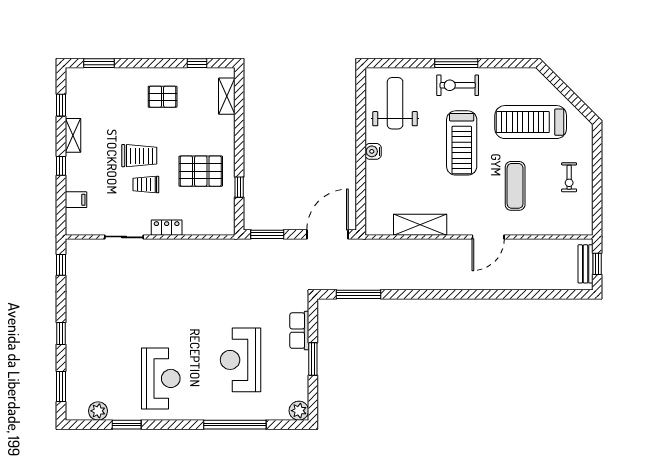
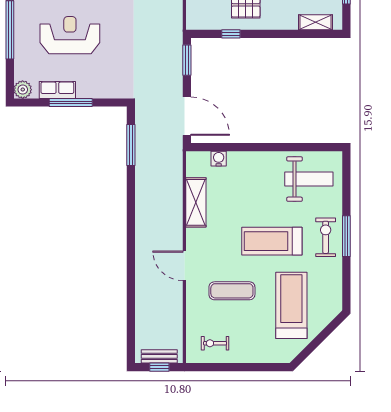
water cooler: (373, 151) -> (219, 159), moved
exercise bike: (569, 177) -> (215, 343), moved
row of seats: (299, 331) -> (57, 90), moved
window: (313, 359) -> (71, 102), width x1.44

